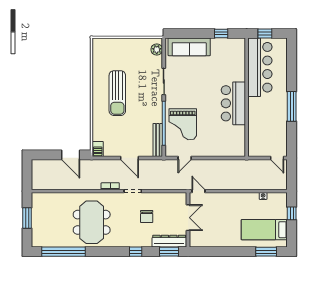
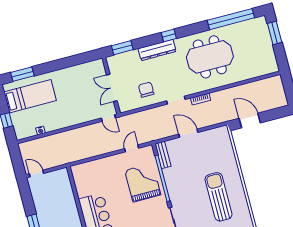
bench: (158, 140) -> (163, 155), width x0.73
barbecue: (98, 149) -> (224, 134), removed
chair: (147, 217) -> (146, 90), moved
window: (27, 218) -> (275, 33), moved
meeting table: (92, 222) -> (210, 57), turned 90
dresser: (169, 241) -> (157, 50), moved
window: (136, 252) -> (169, 35), moved

